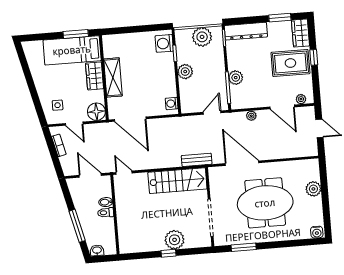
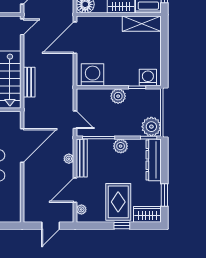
plant: (202, 37) -> (151, 127), moved
shelving: (113, 77) -> (142, 24), moved
plant: (236, 78) -> (121, 146), moved
washing machine: (172, 103) -> (93, 75), width x1.89, depth x1.89
bench: (250, 103) -> (82, 158), added
bench: (197, 160) -> (29, 82), moved

